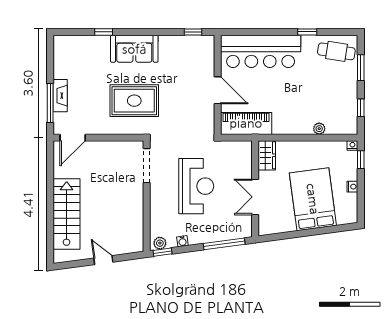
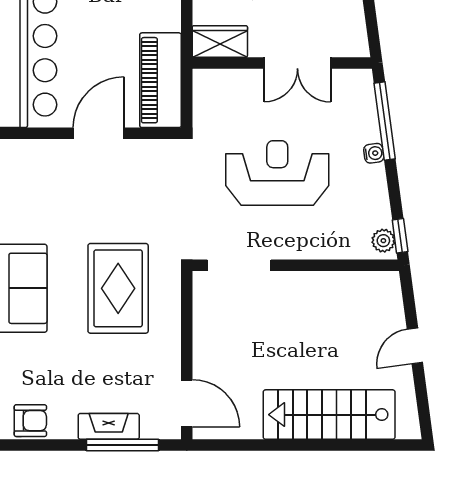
armchair: (63, 54) -> (30, 421), added
water cooler: (182, 241) -> (374, 153), moved

